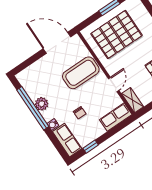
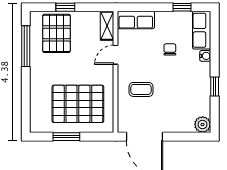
coffee table: (81, 73) -> (141, 89), width x0.54, depth x0.58
plant: (42, 104) -> (203, 124), moved
window: (33, 108) -> (215, 86), width x0.32

